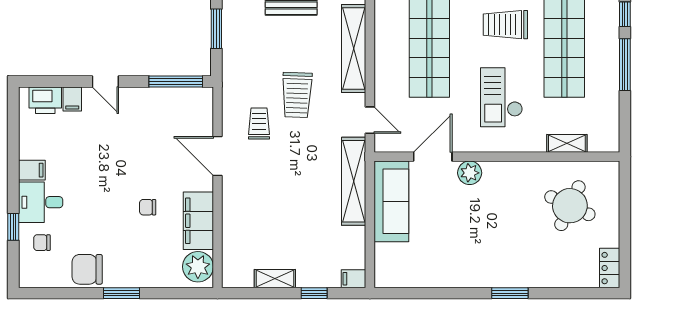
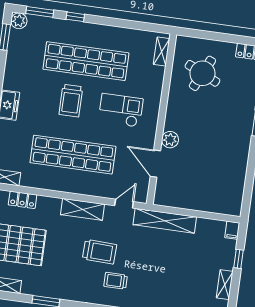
shelving: (354, 48) -> (83, 209), width x0.68
window: (625, 65) -> (110, 22), removed
checkout: (501, 97) -> (121, 110), turned 180
shelving: (567, 143) -> (162, 52), moved
sofa: (391, 201) -> (182, 197), removed

